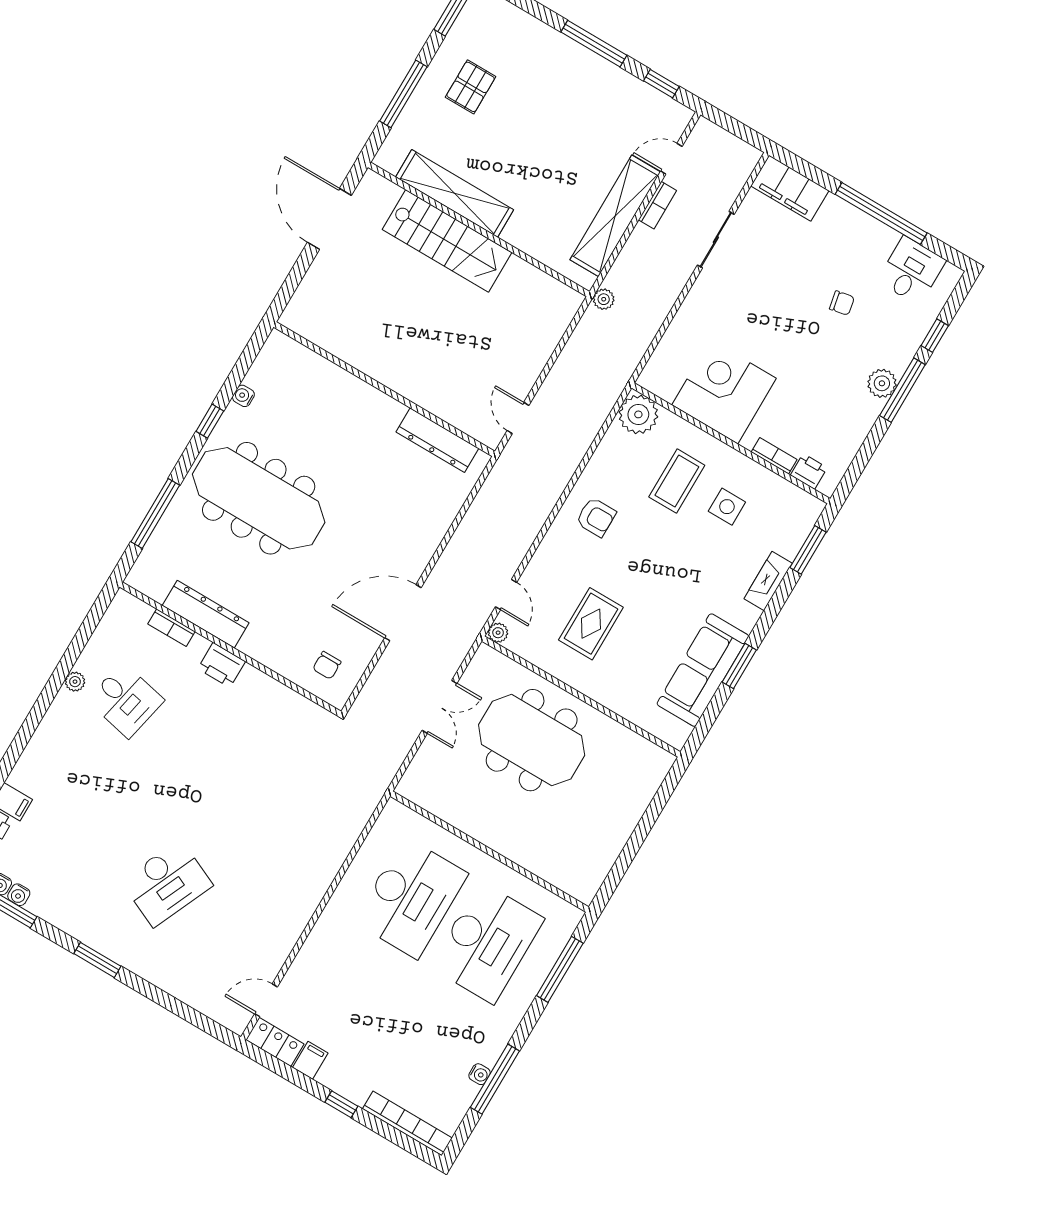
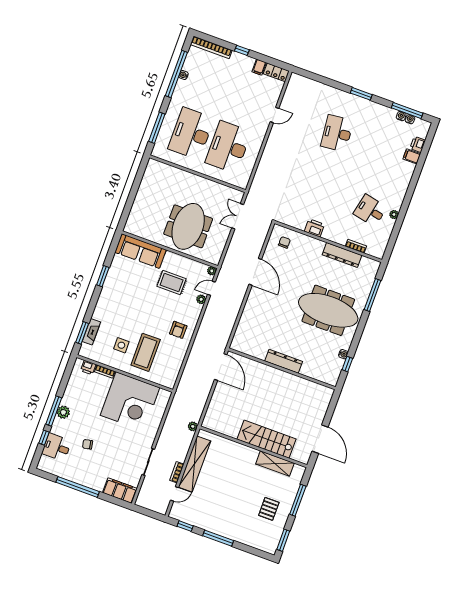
shelving: (455, 193) -> (275, 464), width x0.68
desk: (911, 271) -> (57, 447), moved, turned 90
corner desk: (724, 392) -> (130, 401), width x1.36, depth x1.36
plant: (638, 414) -> (201, 299), moved, width x0.53, depth x0.53
door: (518, 418) -> (221, 367), width x1.87
window: (210, 421) -> (347, 364), moved
dresser: (437, 440) -> (284, 361), moved
coffee table: (677, 481) -> (146, 352), width x1.36, depth x1.32
armchair: (596, 517) -> (178, 330), turned -90
fireplace: (768, 581) -> (91, 332), moved
door: (506, 595) -> (211, 288), hinge flipped
door: (403, 613) -> (255, 272), hinge flipped
rug: (591, 624) -> (172, 282), turned 90
printer: (222, 665) -> (314, 228), moved
sofa: (703, 670) -> (141, 251), moved, turned 90
double door: (440, 707) -> (238, 216), moved
meeting table: (532, 740) -> (188, 226), turned 90
desk: (167, 883) -> (337, 133), turned -30
door: (266, 1000) -> (274, 115), moved
window: (495, 1079) -> (176, 74), width x1.46

